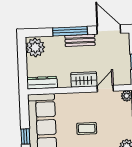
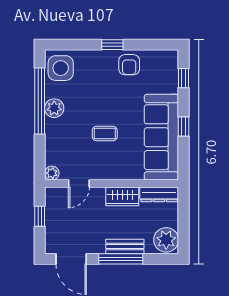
bench: (80, 40) -> (125, 247), moved
wardrobe: (84, 79) -> (122, 196), moved

